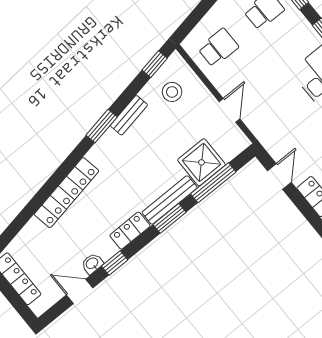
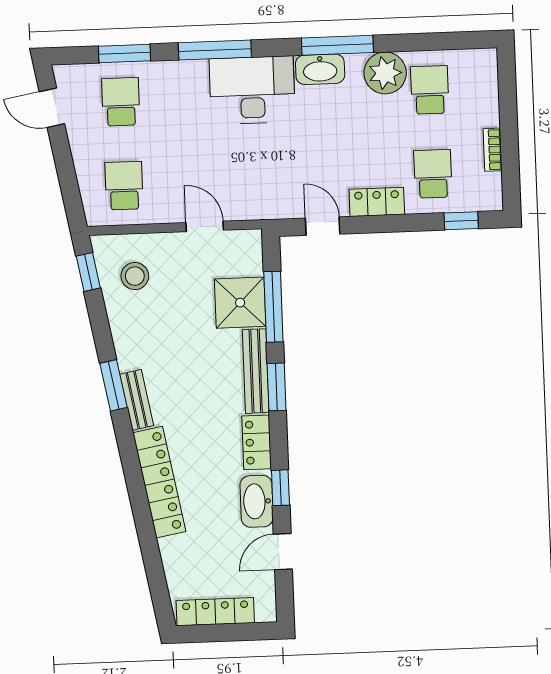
bench: (129, 115) -> (137, 400), moved
washbasin: (92, 264) -> (257, 501), width x1.91, depth x1.45

